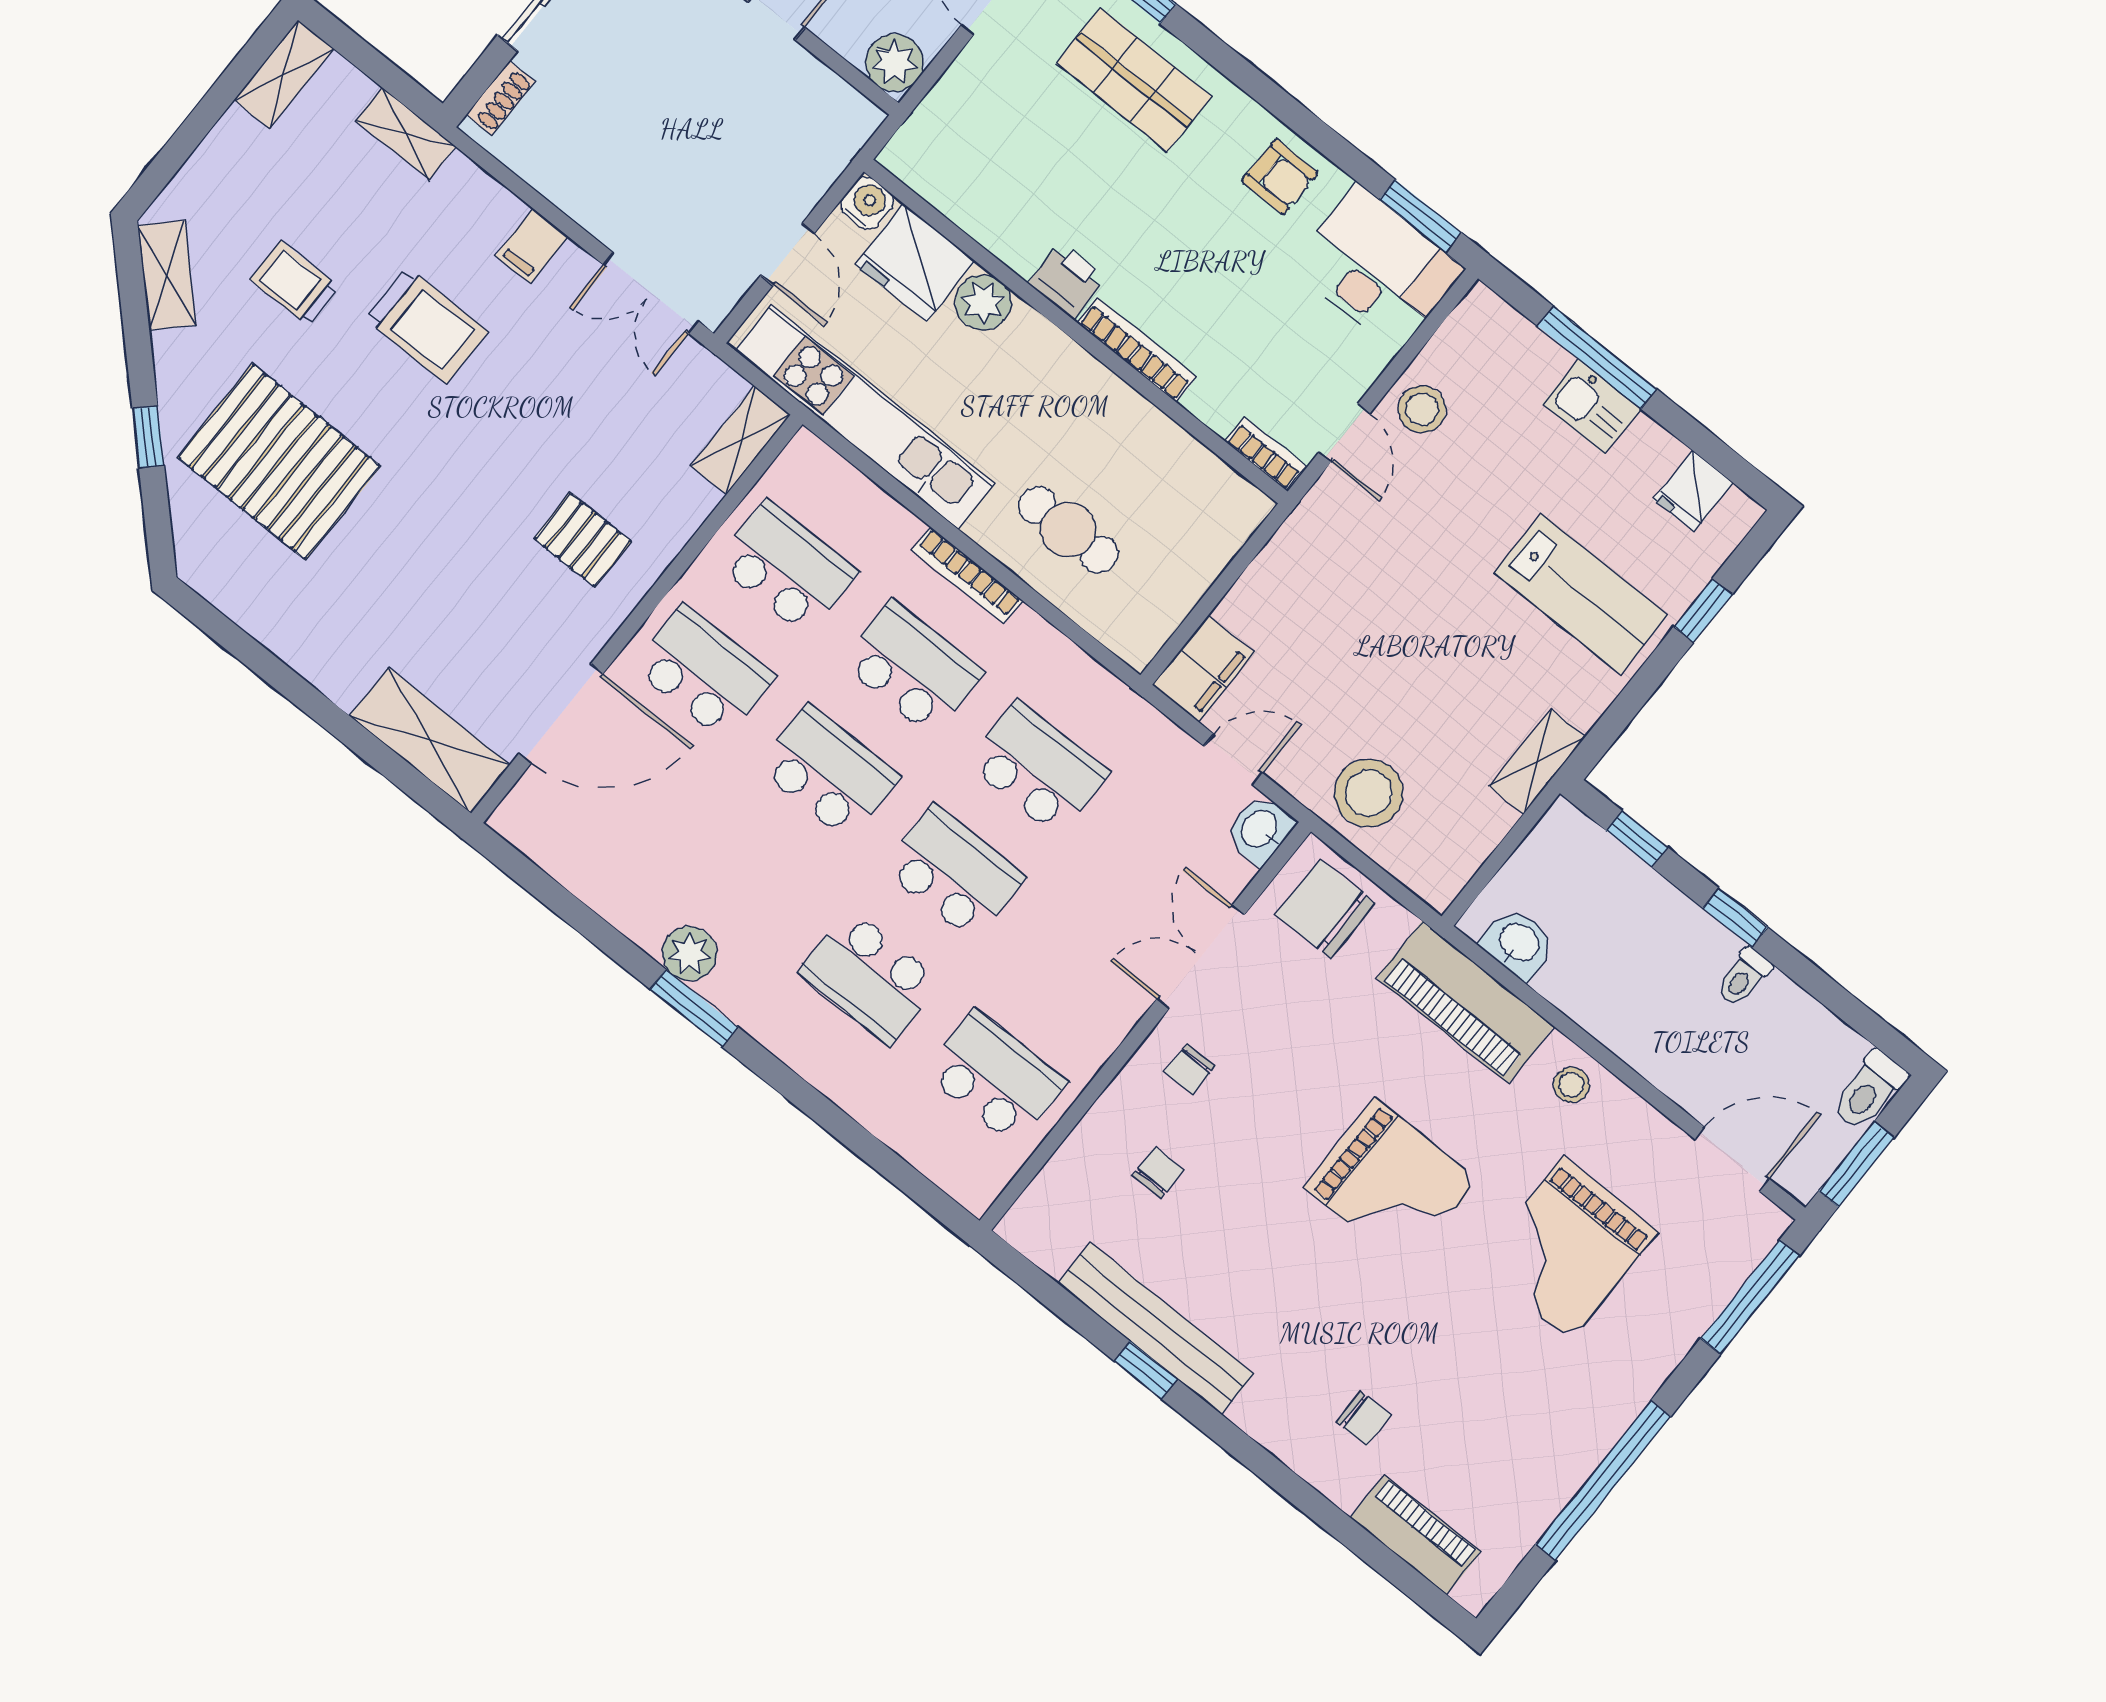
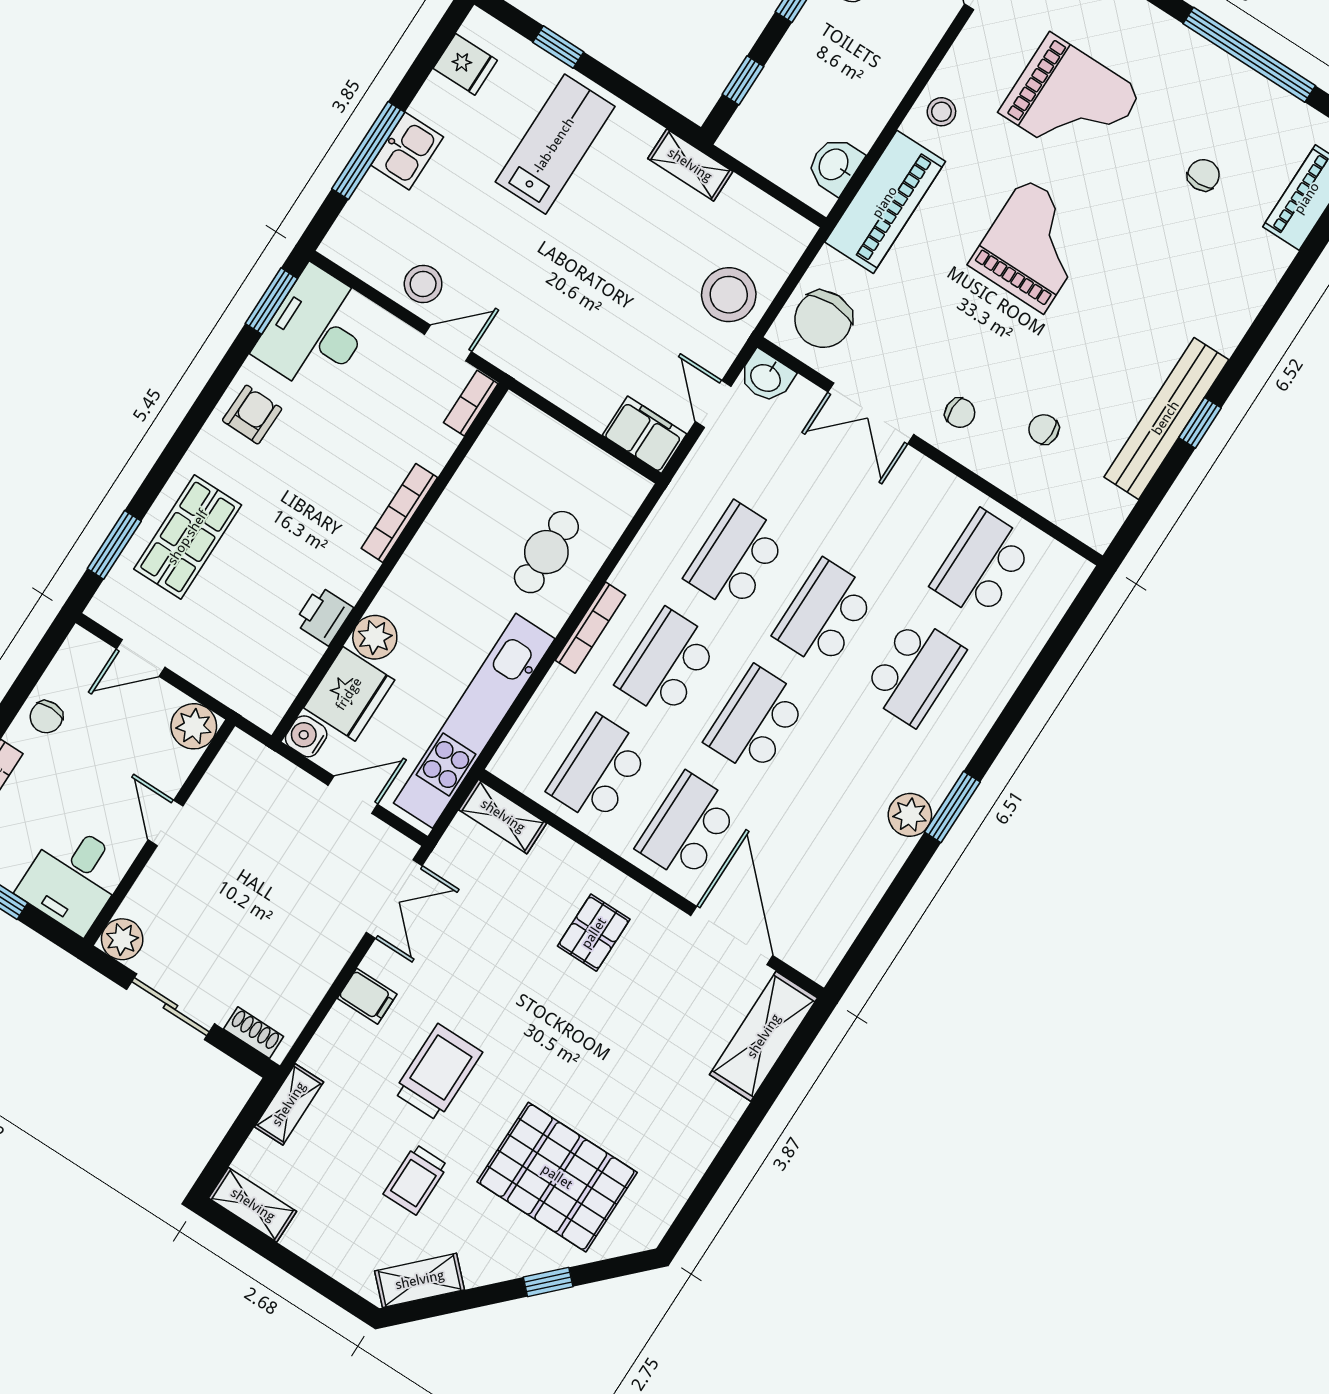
printer: (1067, 281) -> (324, 616), moved
pallet: (279, 462) -> (557, 1177), turned 90
chair: (1363, 1418) -> (1203, 175), moved

